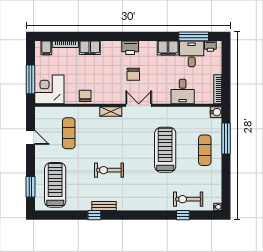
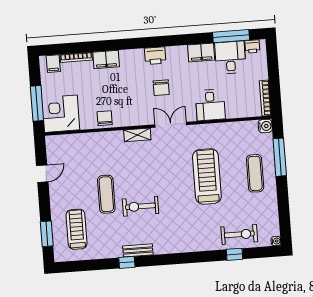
desk: (183, 91) -> (210, 105), moved
exercise mat: (69, 133) -> (106, 194), moved
door: (31, 137) -> (42, 174), hinge flipped
treadmill: (55, 185) -> (77, 229), width x0.73, depth x0.73
exercise bike: (188, 199) -> (239, 234), turned 180

